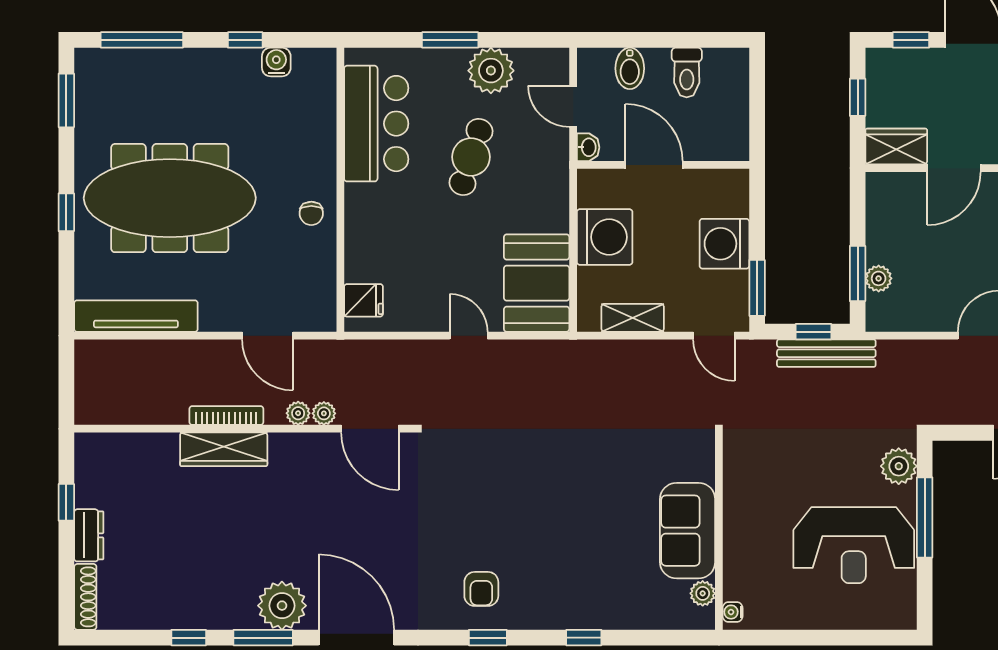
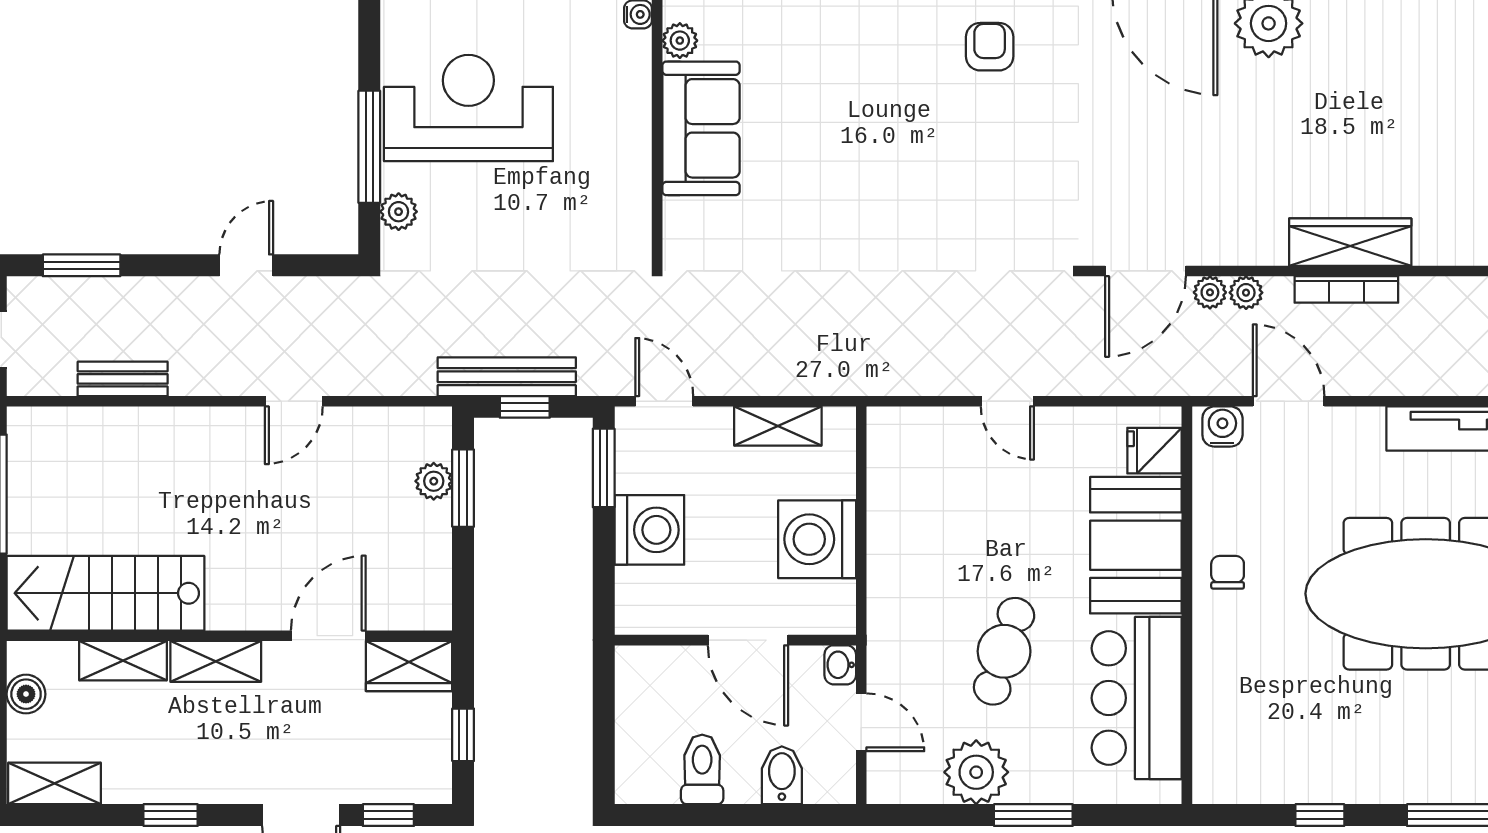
water cooler: (276, 62) -> (1222, 427), moved, turned 180
booth: (537, 283) -> (1136, 545), moved
door: (370, 429) -> (1146, 271), swing flipped
plant: (899, 466) -> (399, 212), width x0.73, depth x0.73

